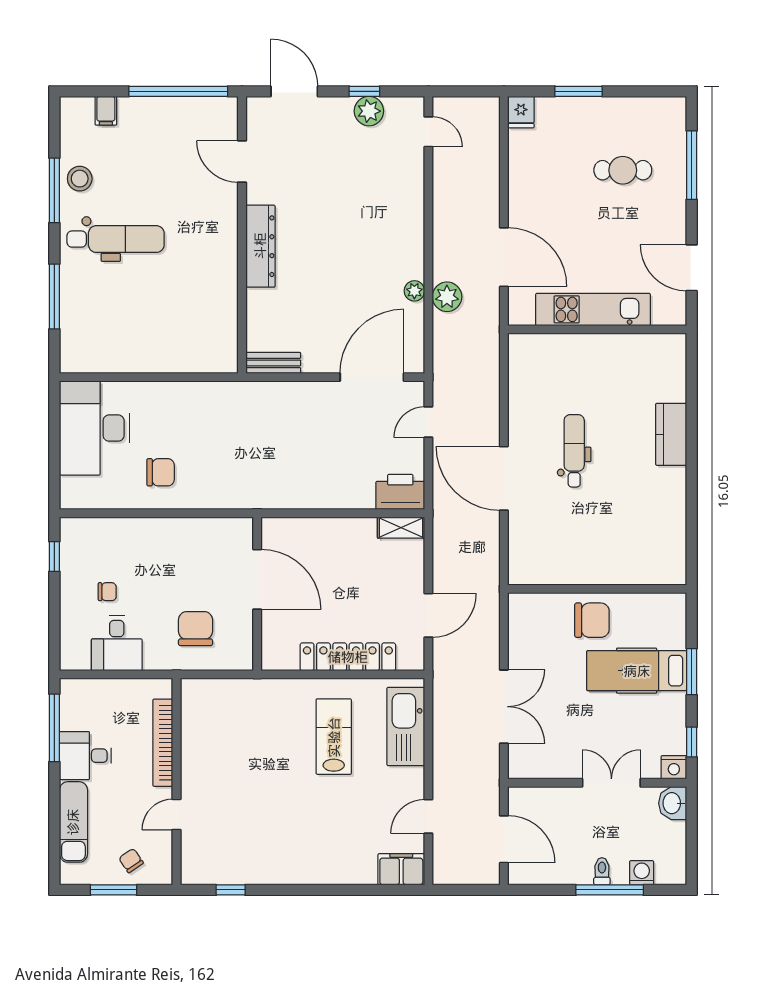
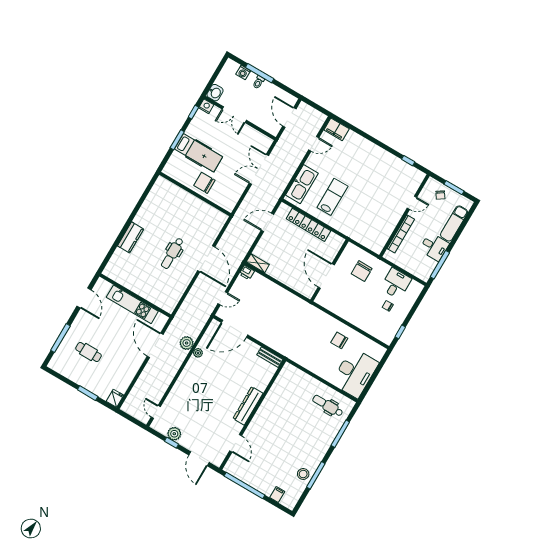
dental chair: (116, 239) -> (328, 406), moved, width x0.73, depth x0.72
printer: (400, 492) -> (247, 272), width x0.53, depth x0.68
lab bench: (334, 737) -> (332, 197), turned 180

